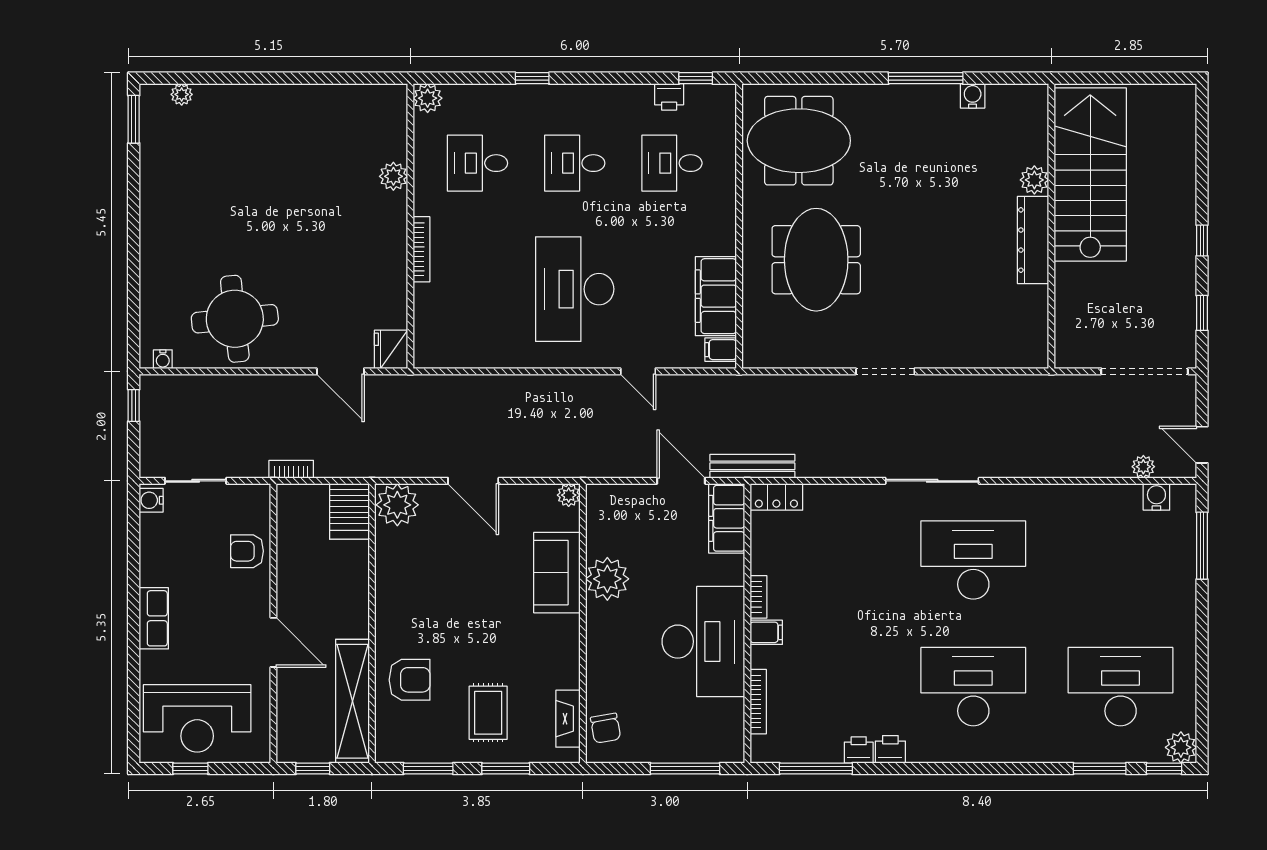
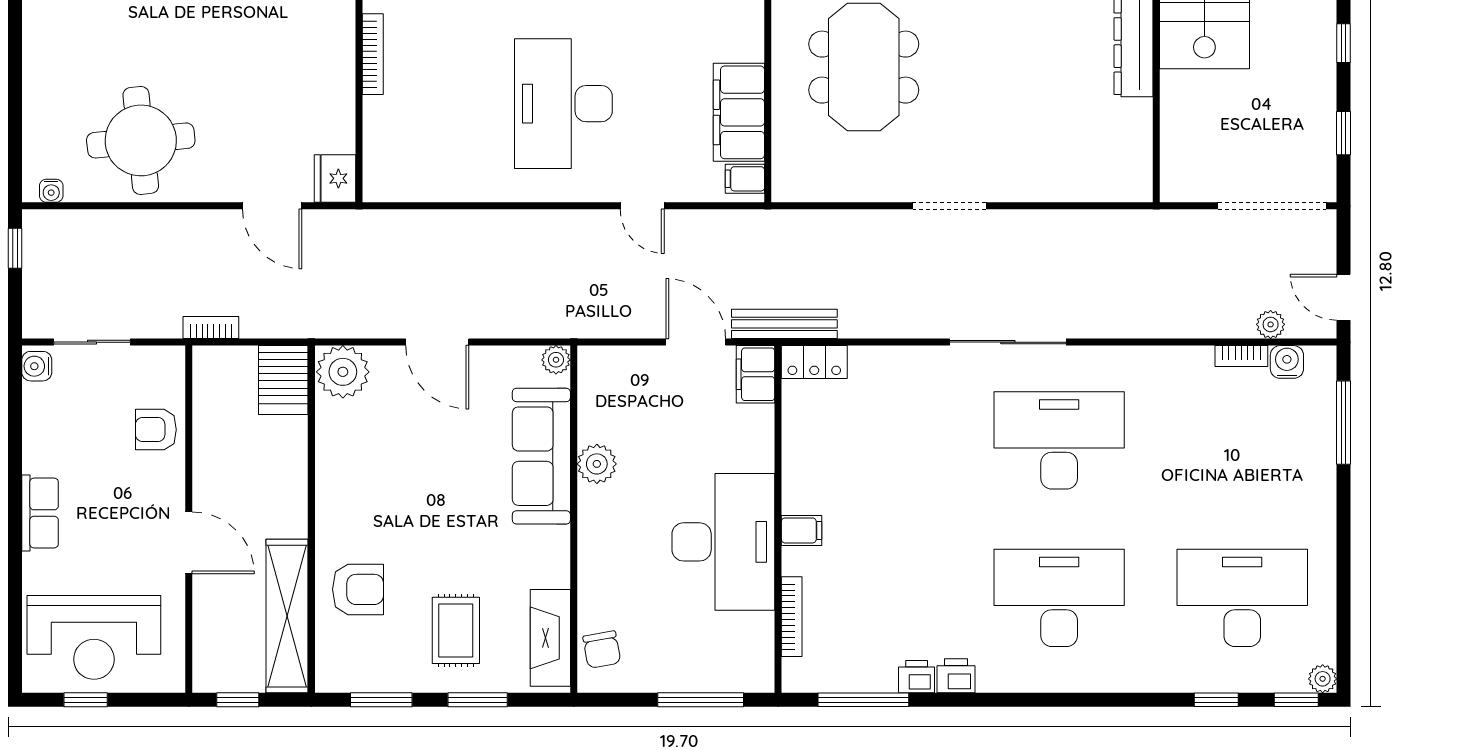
filing cabinet: (727, 518) -> (755, 374), width x0.67, depth x0.86
sofa: (557, 573) -> (541, 456), width x1.36
plant: (607, 579) -> (597, 464), width x0.73, depth x0.73
bookcase: (758, 597) -> (1241, 356), moved, turned 90
fireplace: (568, 719) -> (550, 638), width x1.37, depth x1.32
plant: (1181, 747) -> (1323, 679), width x0.73, depth x0.73
window: (1100, 768) -> (1216, 700), width x0.67

